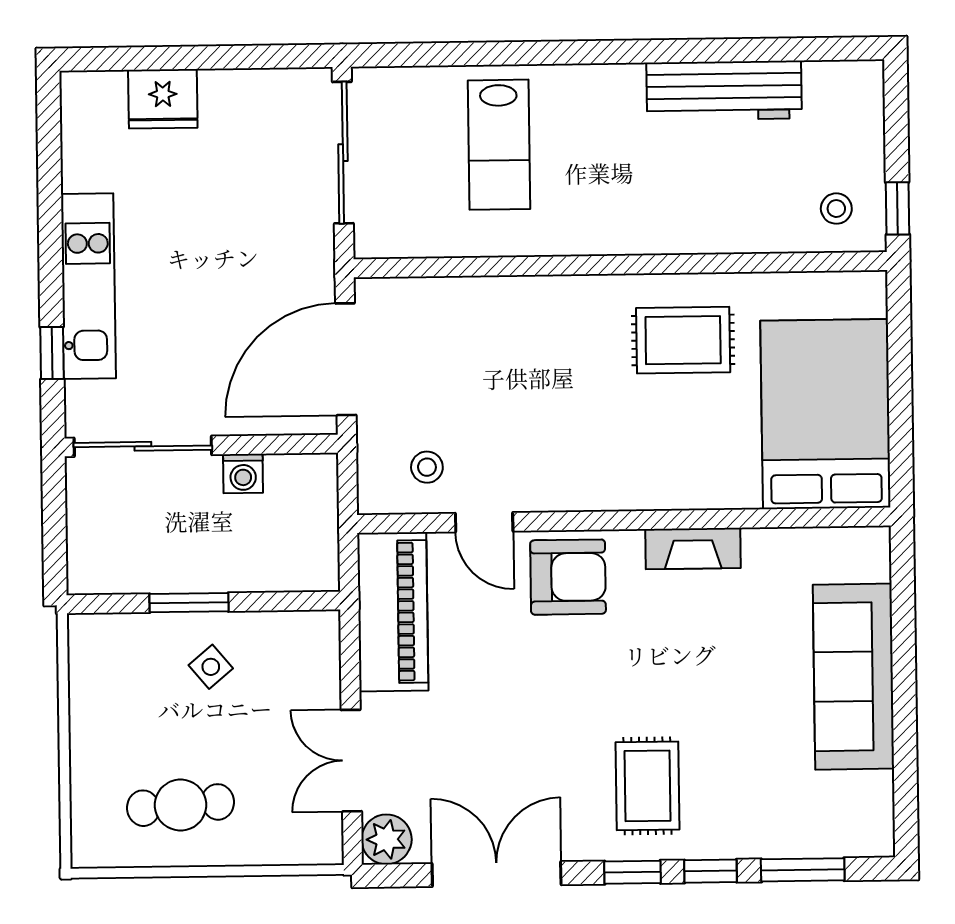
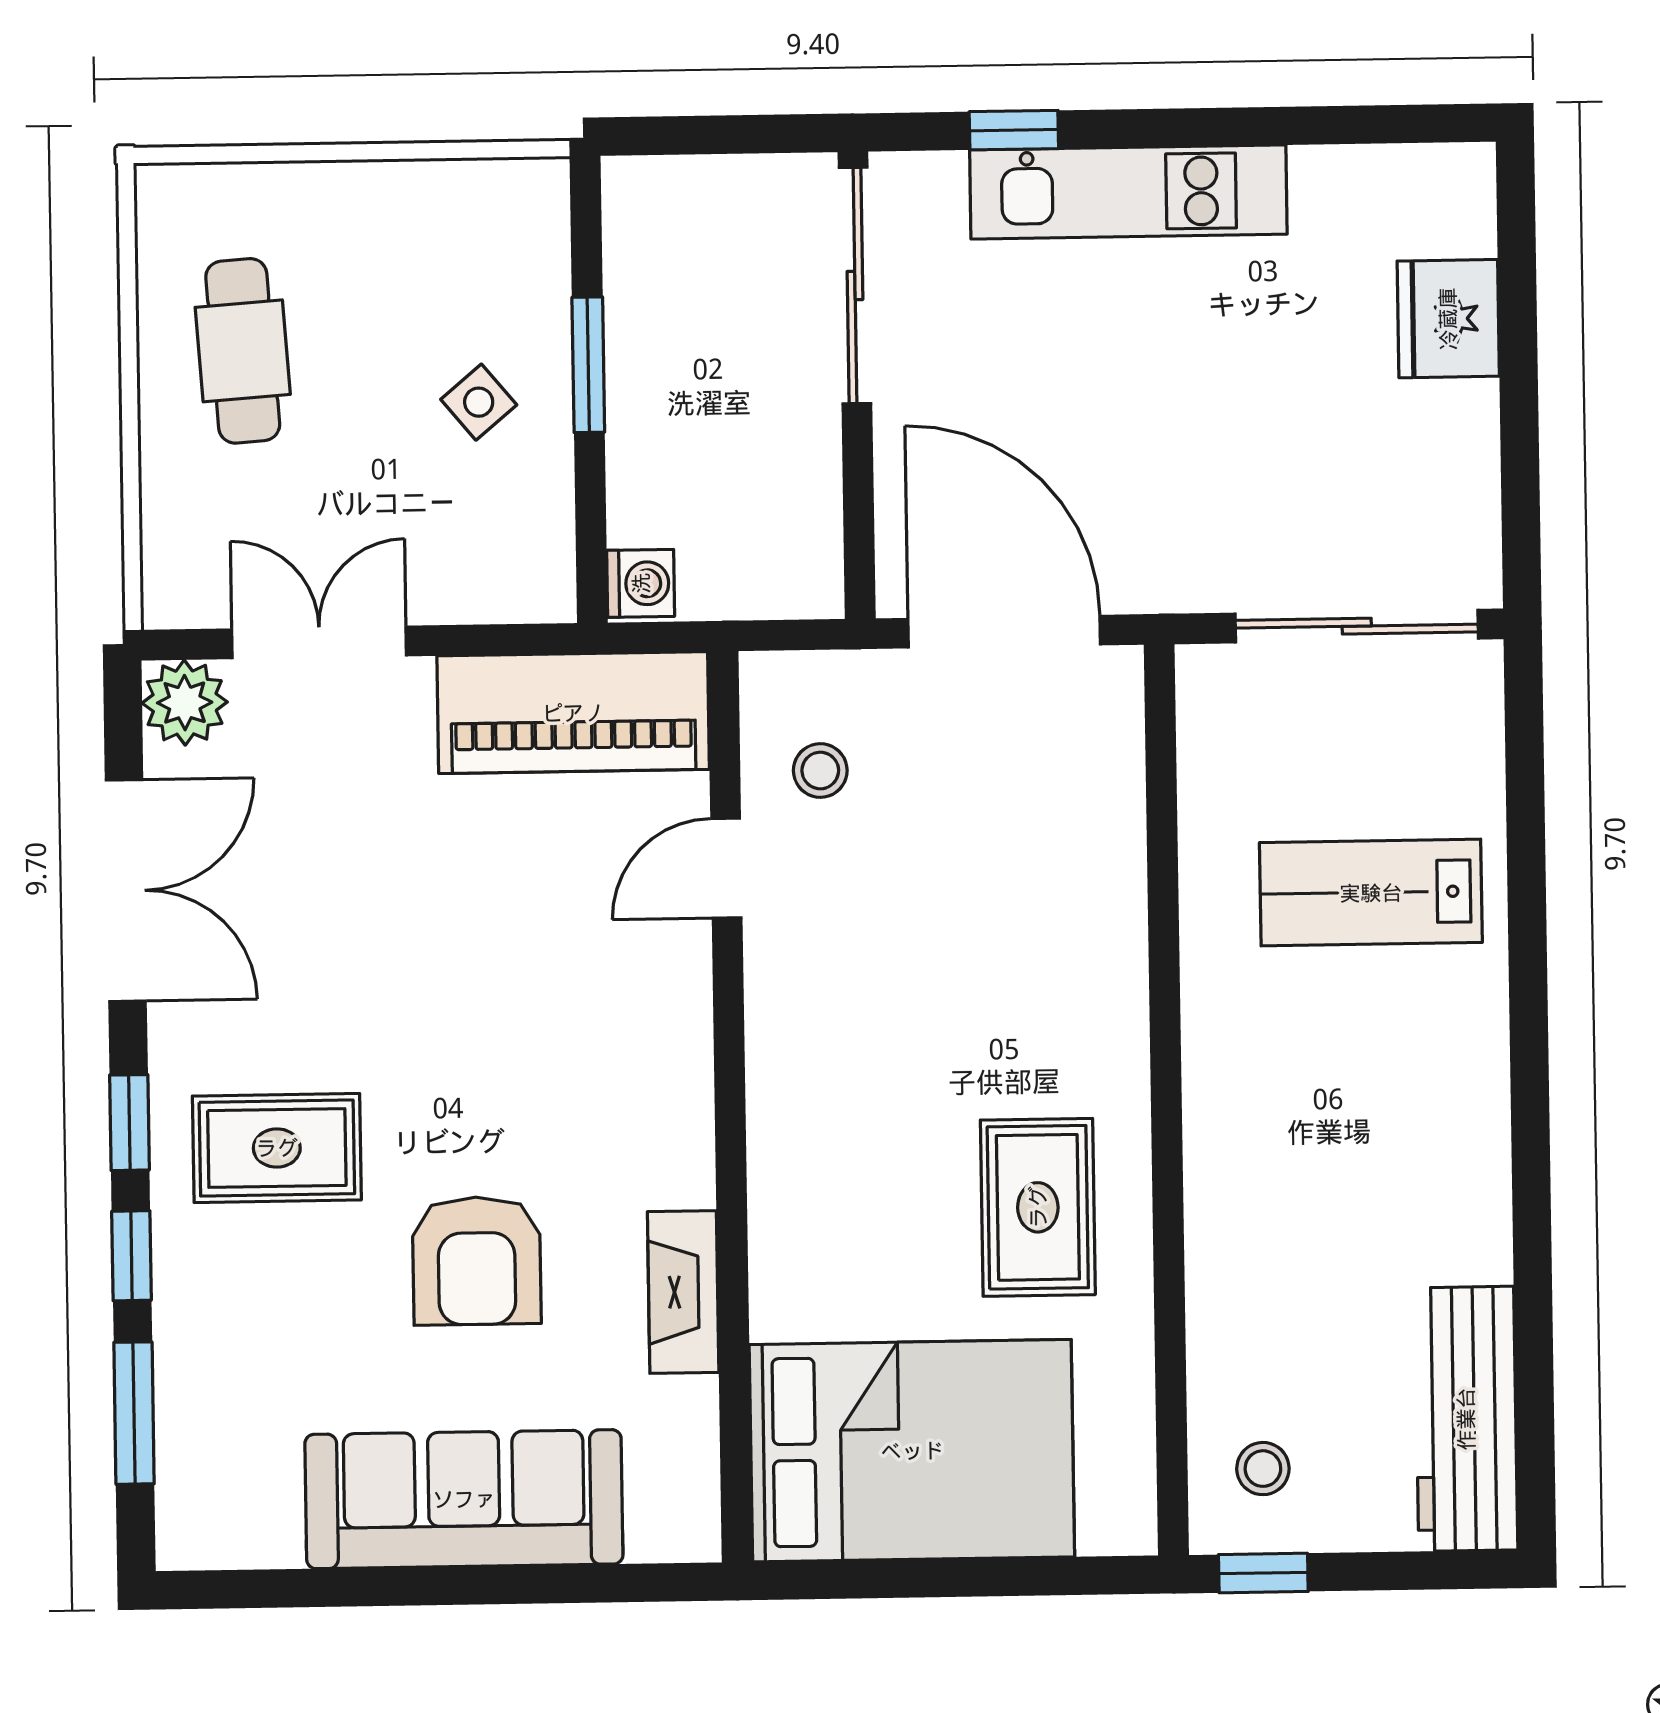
workbench: (724, 91) -> (1466, 1419), moved
washing machine: (243, 473) -> (641, 583), moved, turned 180
fireplace: (693, 549) -> (683, 1292), moved
armchair: (568, 577) -> (477, 1261), moved

